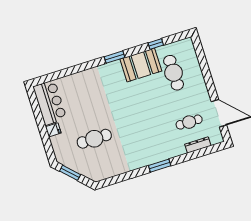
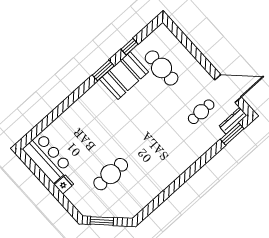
window: (115, 57) -> (103, 70), moved
dresser: (198, 145) -> (233, 121), moved
window: (160, 166) -> (232, 134), moved

